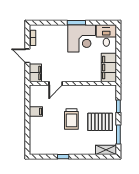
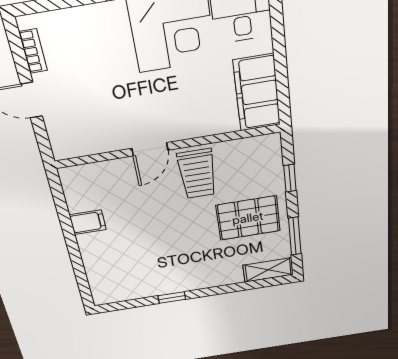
filing cabinet: (35, 73) -> (64, 138), removed
door: (56, 83) -> (150, 149), moved
trolley: (71, 119) -> (197, 174), moved

